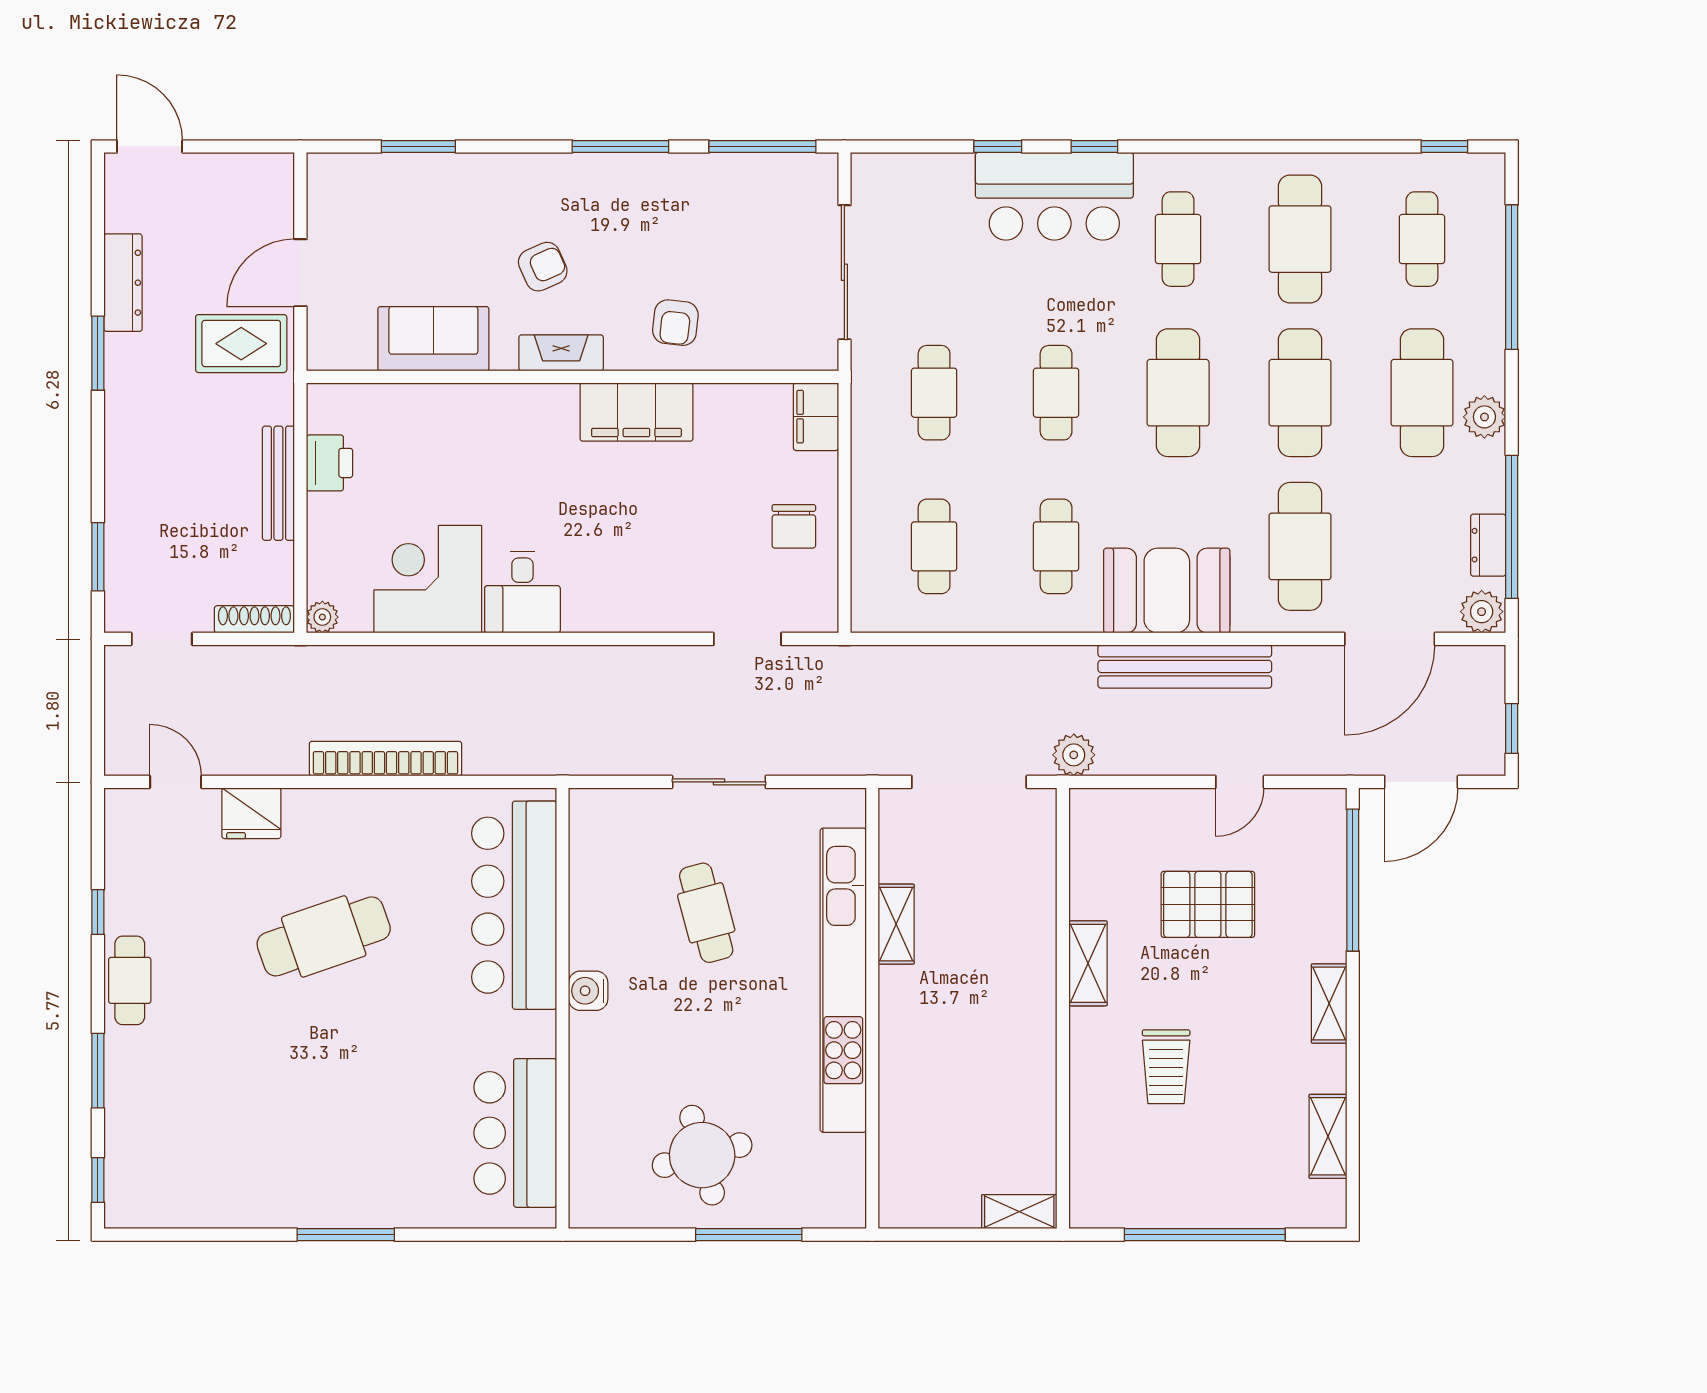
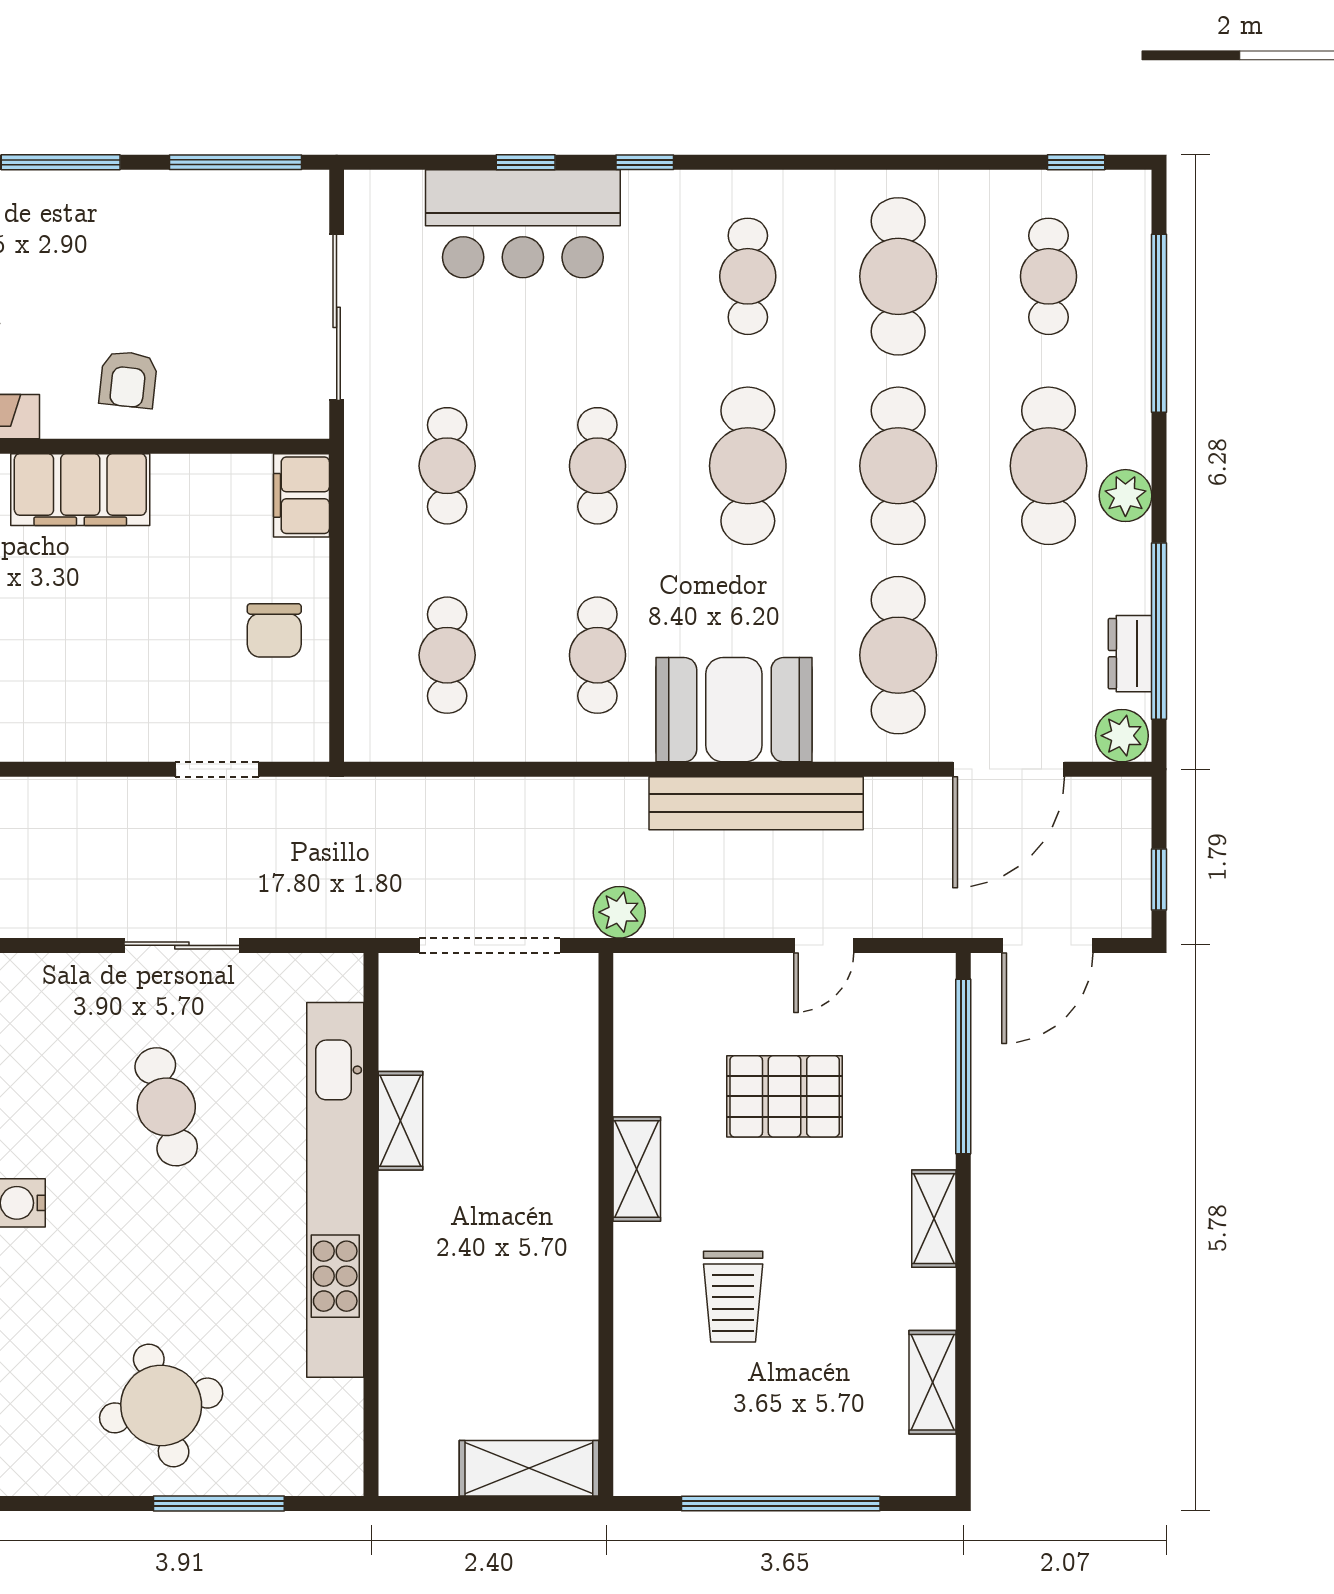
bar counter: (1054, 196) -> (523, 224), moved
shelving: (1019, 1212) -> (529, 1468), width x1.50, depth x1.33

